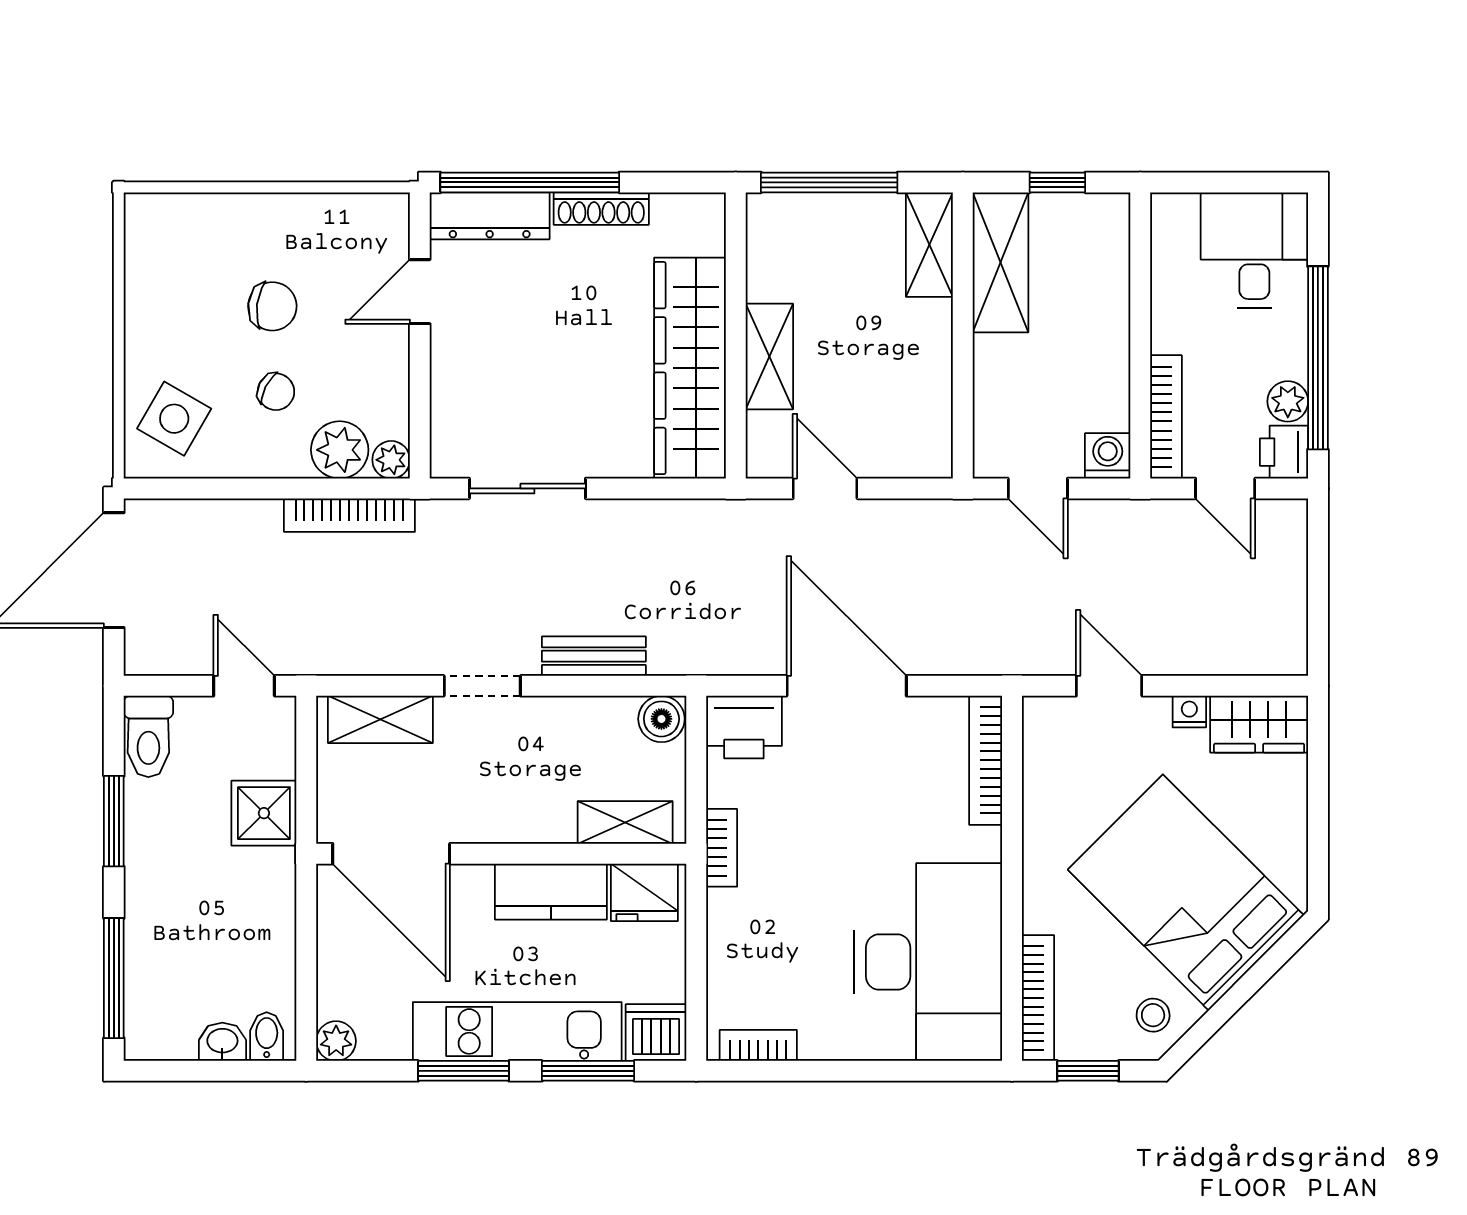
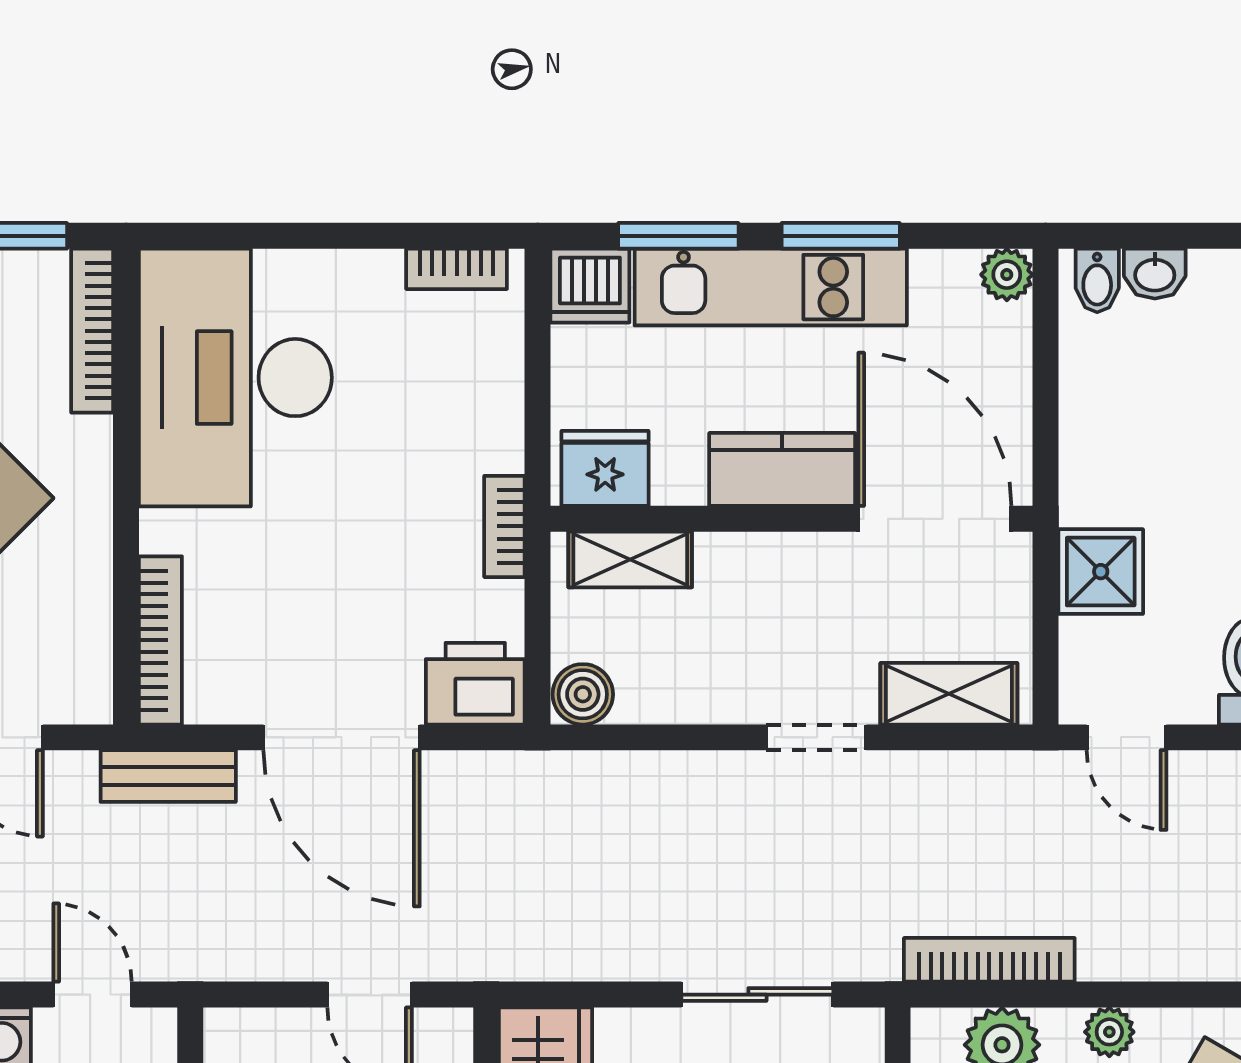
plant: (391, 460) -> (1109, 1032), moved
bench: (594, 656) -> (168, 776), moved
kitchen counter: (551, 892) -> (782, 469), moved

